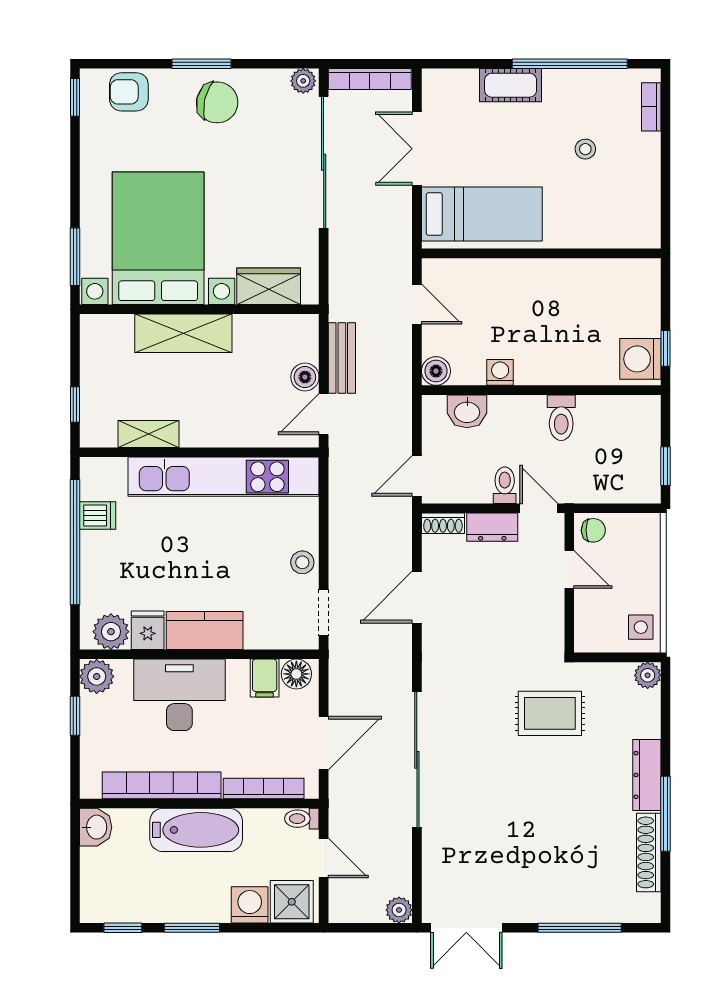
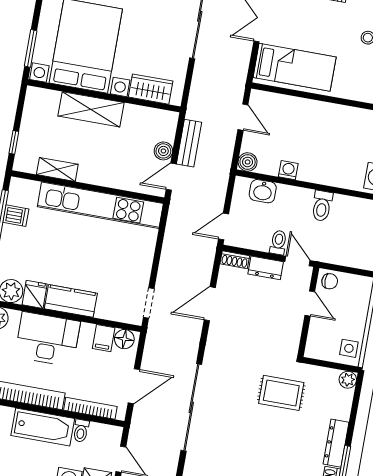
stool: (302, 562) -> (141, 269), removed
toilet: (302, 819) -> (81, 431), moved, turned -90

